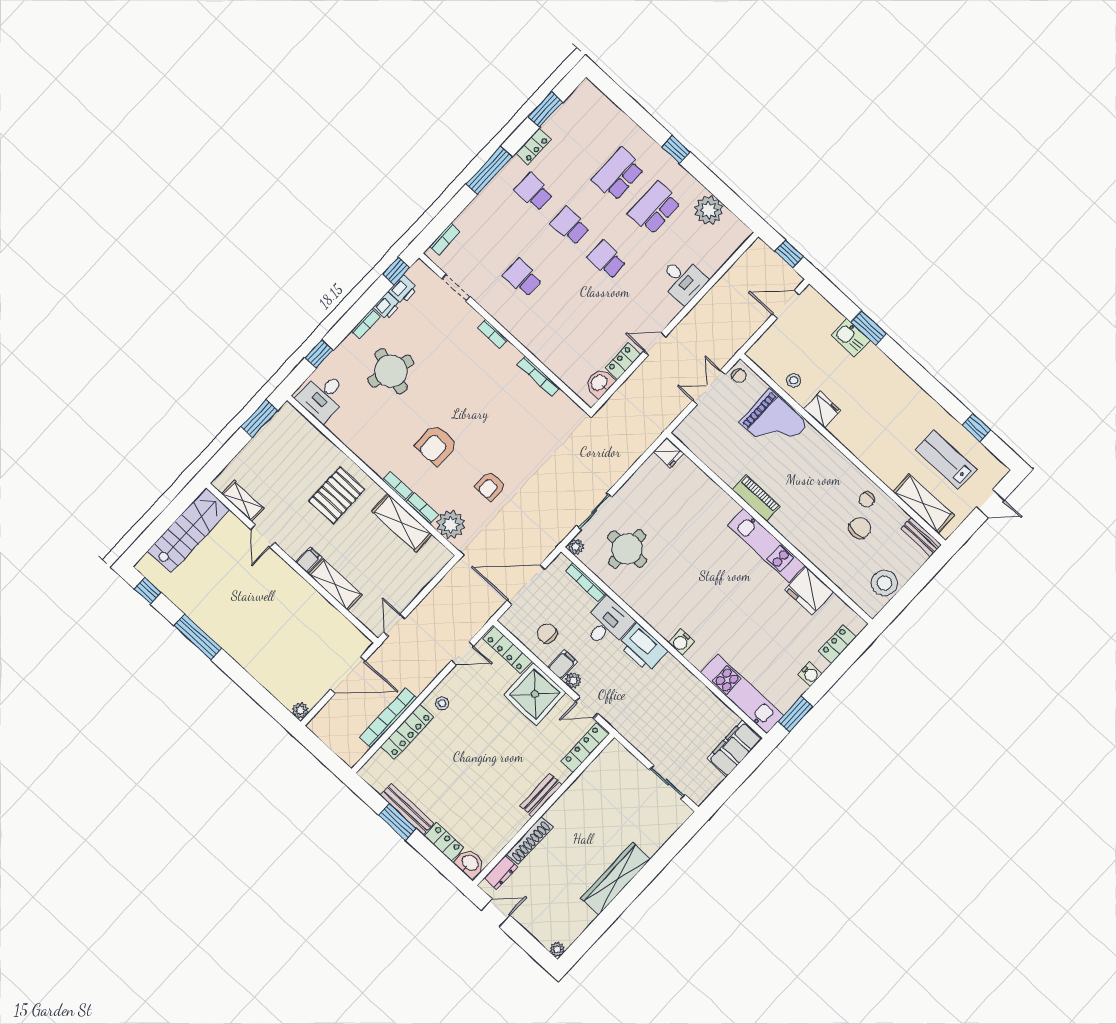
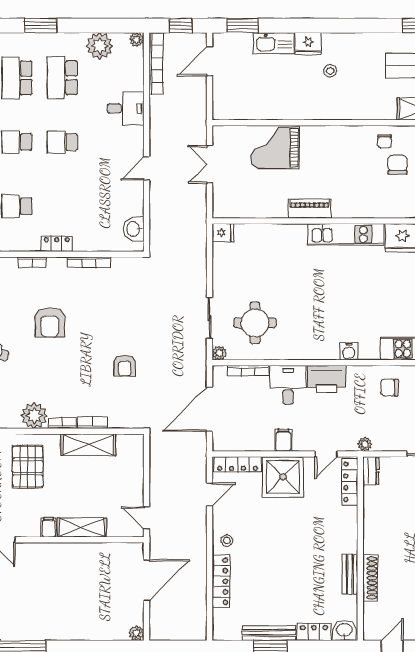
window: (676, 149) -> (40, 26), width x1.50
plant: (743, 233) -> (137, 40), added
window: (868, 328) -> (243, 26), moved
kitchen sink: (851, 338) -> (274, 43), width x1.38
locker: (623, 361) -> (57, 244), moved, turned 90
chair: (739, 376) -> (222, 138), removed
stool: (794, 380) -> (330, 71), moved
fridge: (822, 410) -> (308, 44), moved, turned 180
grand piano: (774, 423) -> (275, 148), turned 180
armchair: (436, 445) -> (50, 322), moved
plant: (451, 524) -> (34, 416), moved
chair: (547, 633) -> (390, 388), moved
plant: (573, 680) -> (365, 444), moved
bookcase: (389, 718) -> (156, 64), moved, turned 180
bench: (541, 795) -> (350, 574), moved
dresser: (501, 872) -> (371, 471), moved

